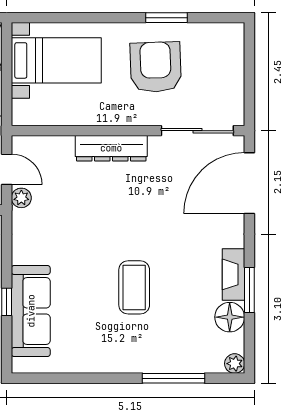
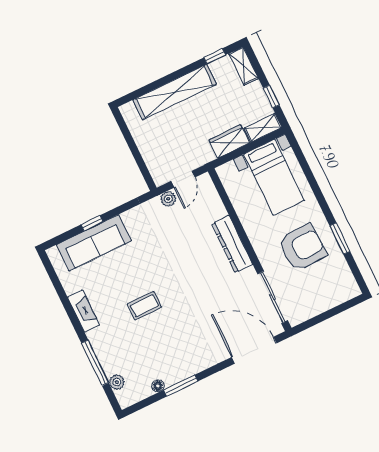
fireplace: (234, 274) -> (83, 311), moved, turned 90
coffee table: (134, 287) -> (144, 306), width x0.73, depth x0.77
floor lamp: (230, 317) -> (158, 386), width x0.53, depth x0.53
plant: (235, 364) -> (117, 382), moved

